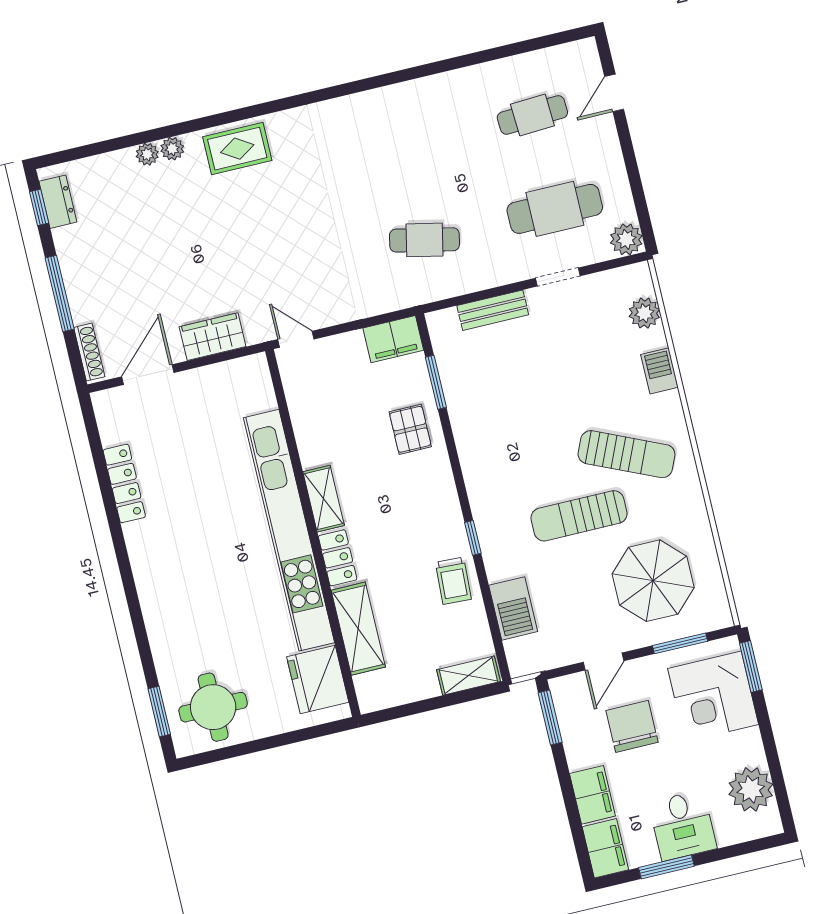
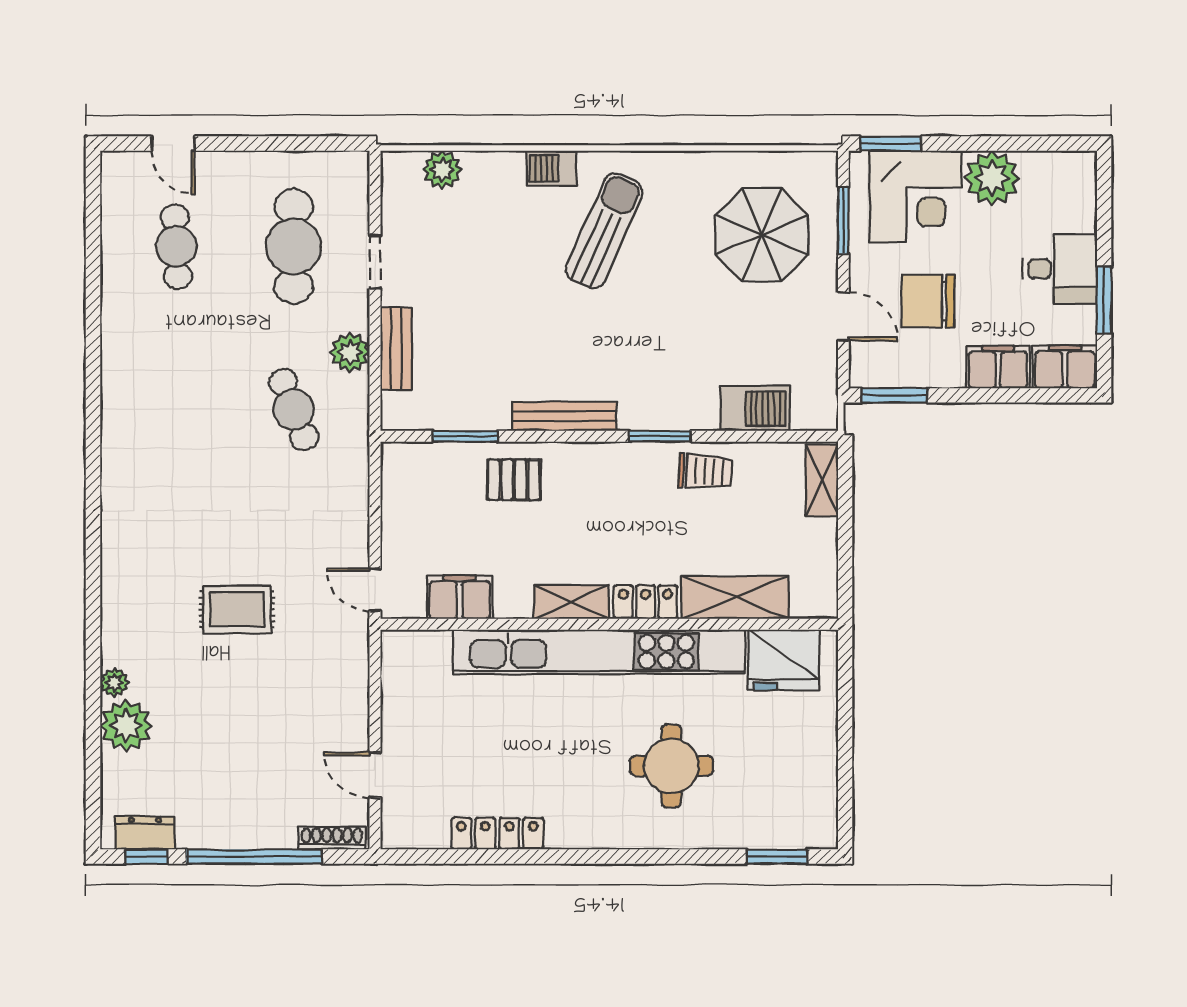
rug: (237, 149) -> (237, 610), moved, turned 90
plant: (147, 154) -> (126, 726), width x1.88, depth x1.88
plant: (626, 239) -> (350, 352), moved
cafe table: (424, 240) -> (294, 409), turned -33
window: (60, 294) -> (254, 857), width x1.46
wardrobe: (213, 337) -> (348, 688), removed
door: (296, 339) -> (375, 590), hinge flipped
filing cabinet: (393, 339) -> (460, 597), moved, turned -90
barbecue: (659, 371) -> (551, 168), moved
door: (148, 375) -> (375, 775), width x0.73
bench: (471, 458) -> (565, 416), added
sun lounger: (579, 516) -> (664, 304), removed
window: (473, 538) -> (660, 436), width x1.50
round table: (213, 707) -> (671, 766), moved
plant: (751, 789) -> (992, 178), moved

